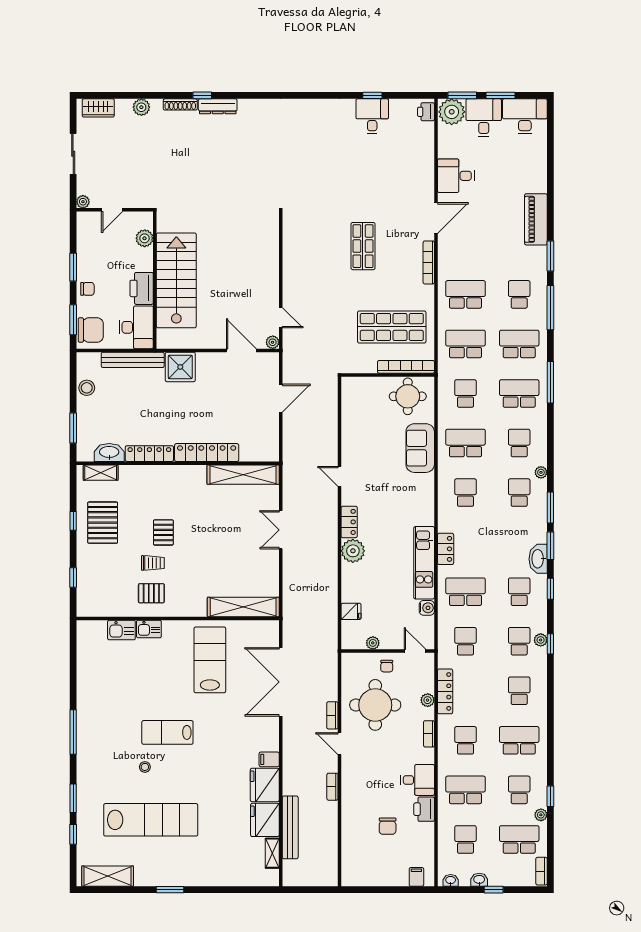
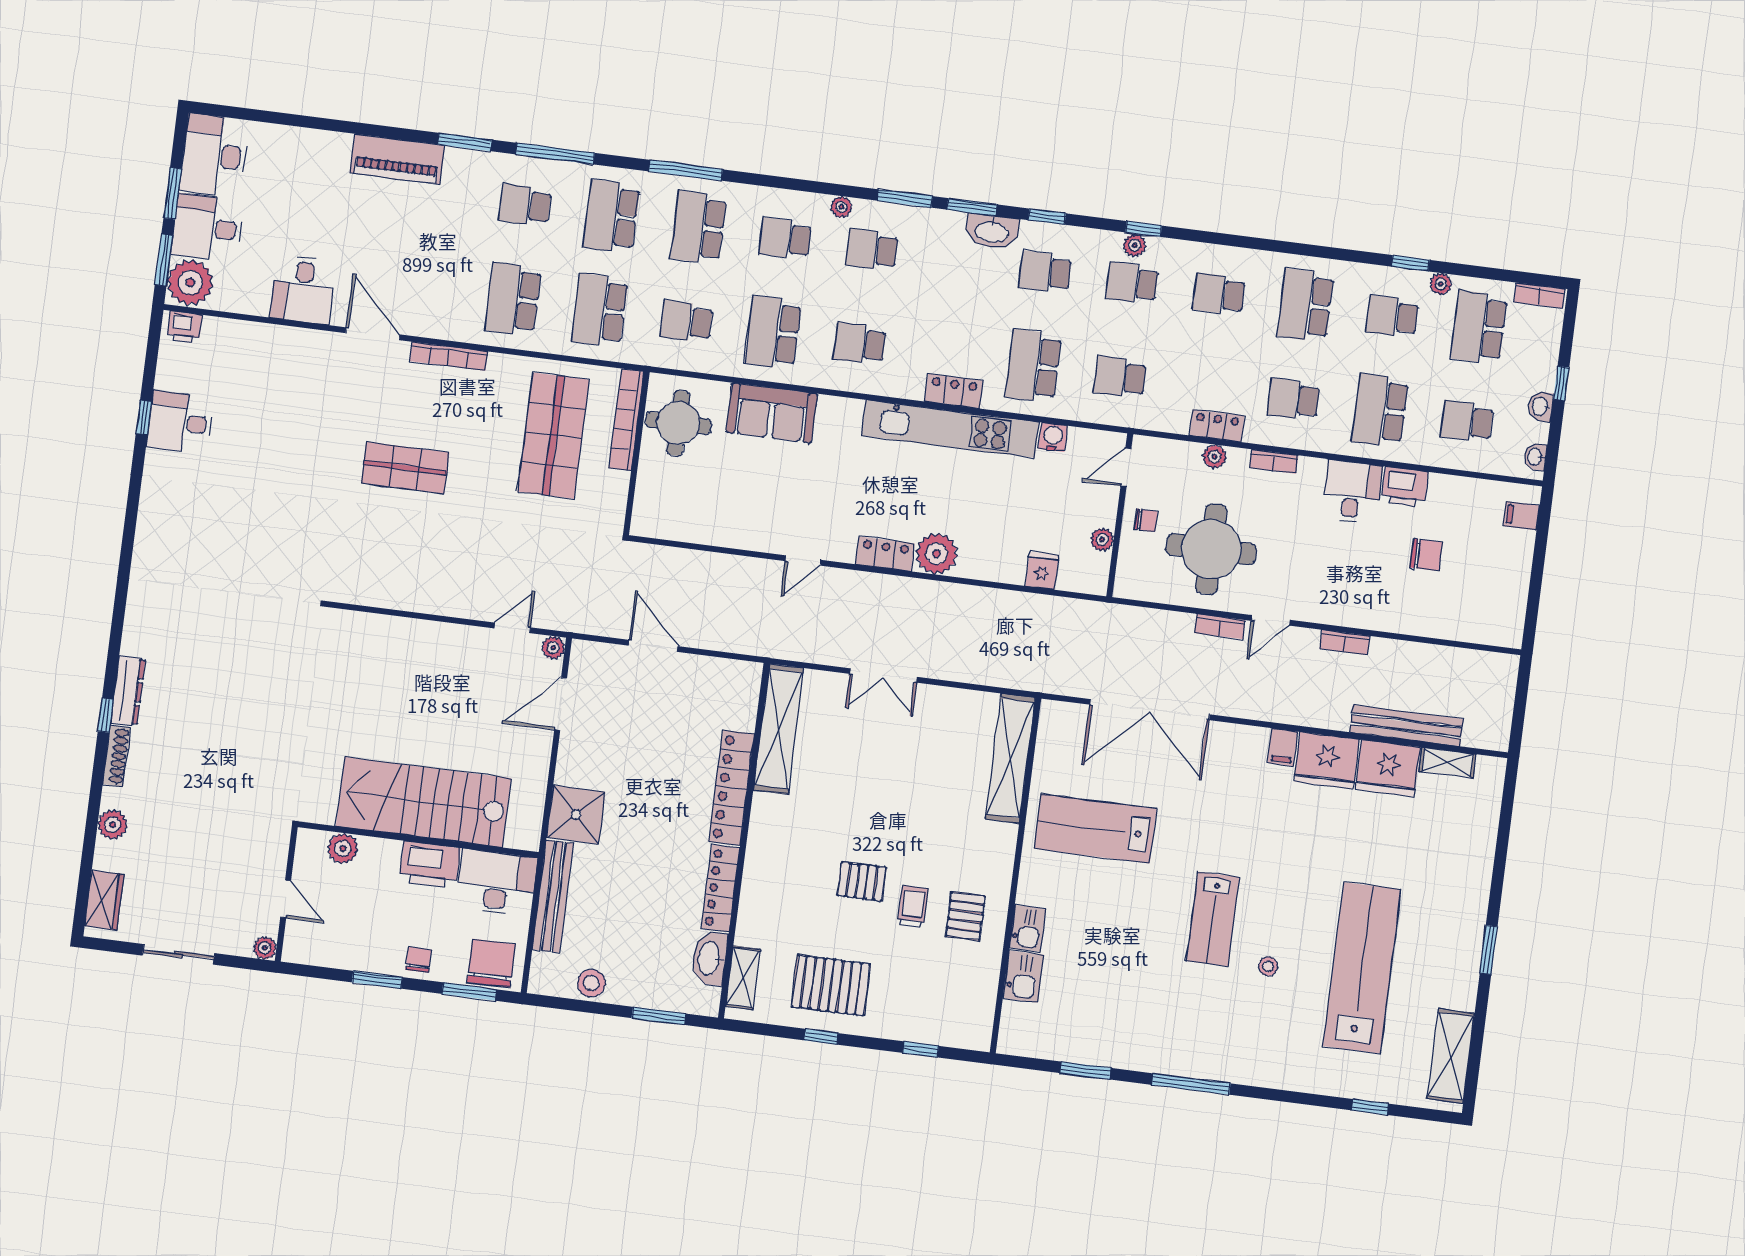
kitchen unit: (424, 563) -> (950, 429), width x1.36
locker: (445, 691) -> (1217, 426), width x0.66
window: (73, 798) -> (1085, 1071), moved

